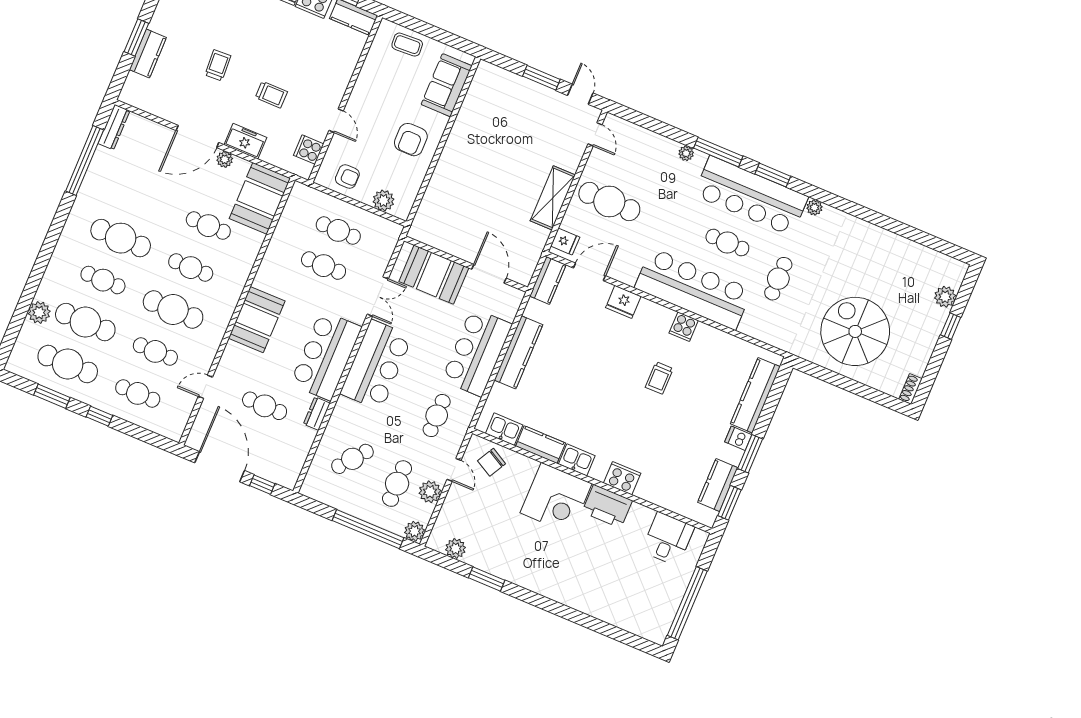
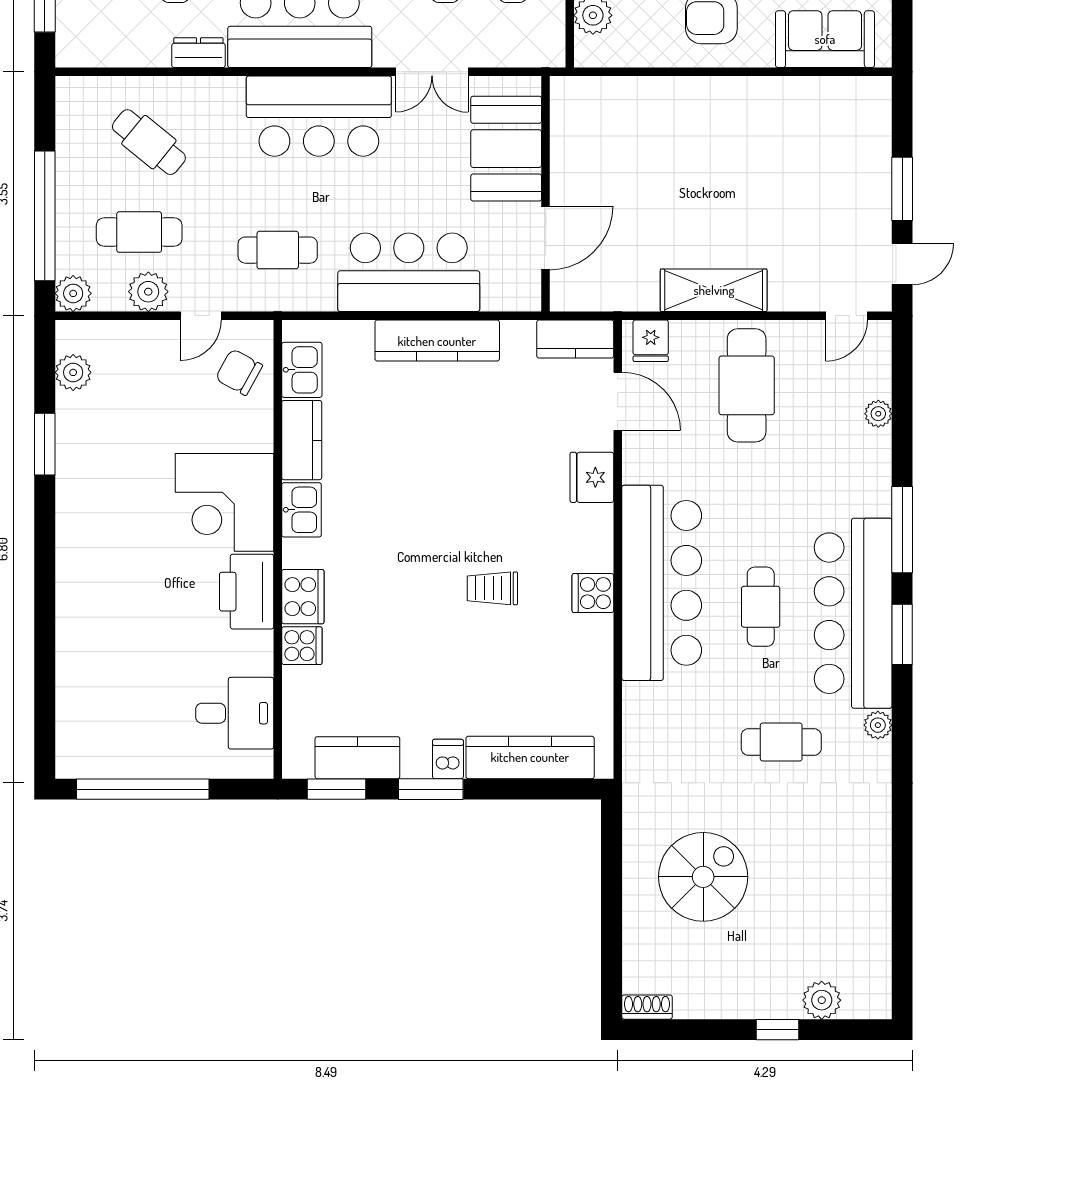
plant: (686, 153) -> (878, 414), moved
cafe table: (778, 279) -> (781, 742), moved
spiral stairs: (855, 331) -> (703, 877), width x0.73, depth x0.73
cooker: (647, 489) -> (302, 646), added

